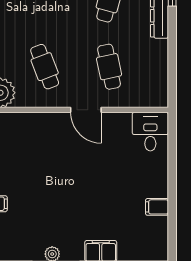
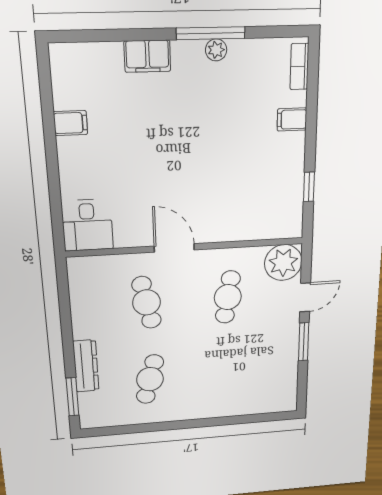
cafe table: (45, 67) -> (228, 297), turned 30

